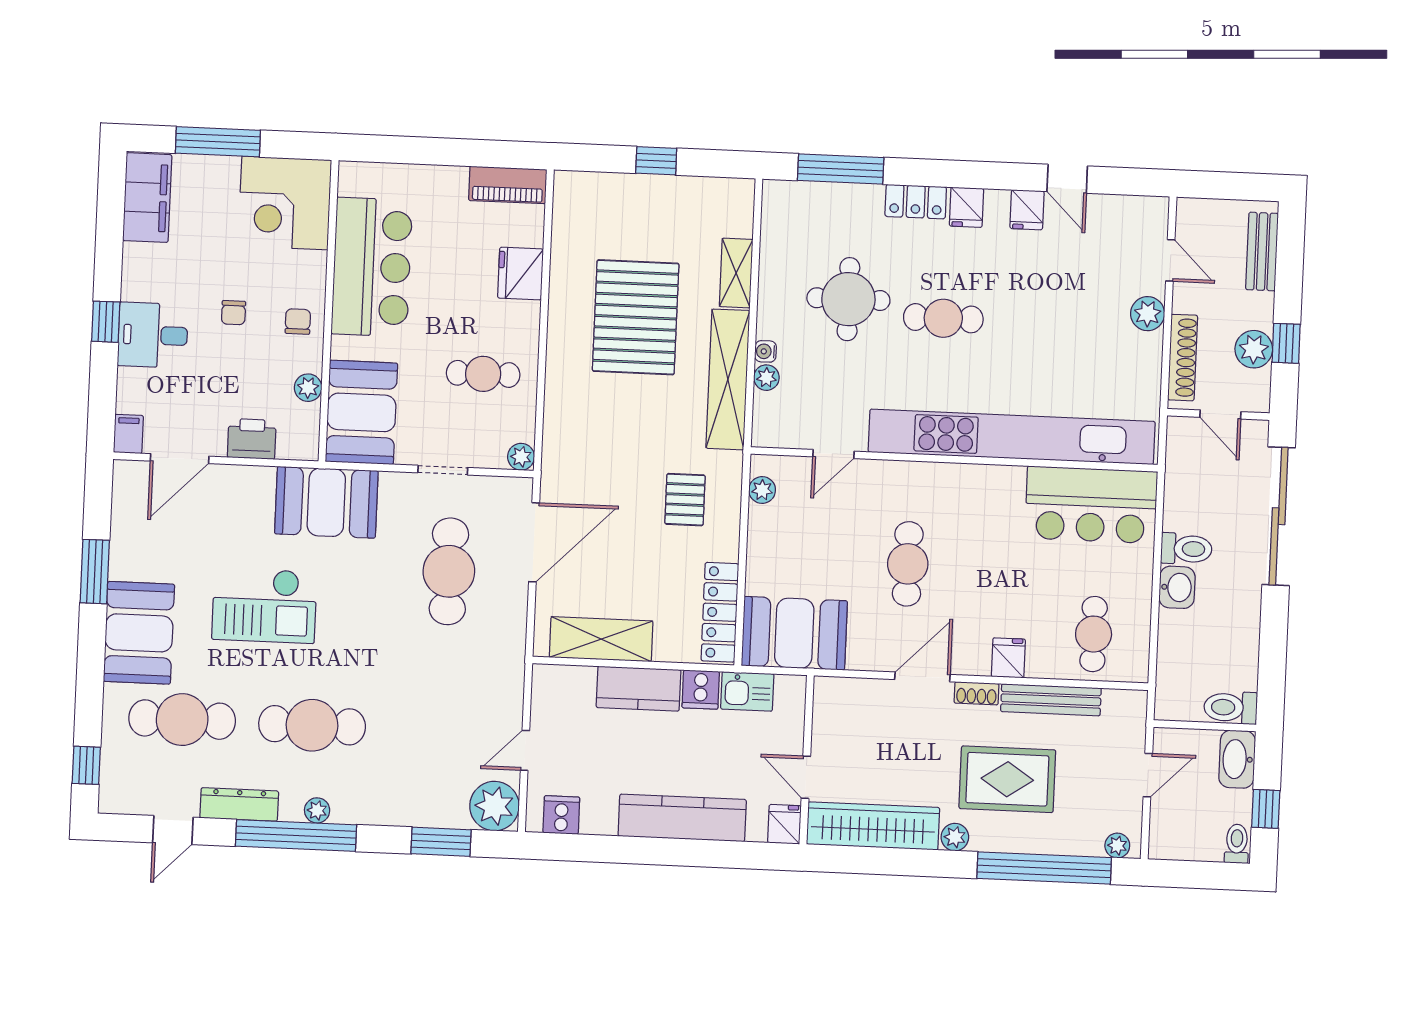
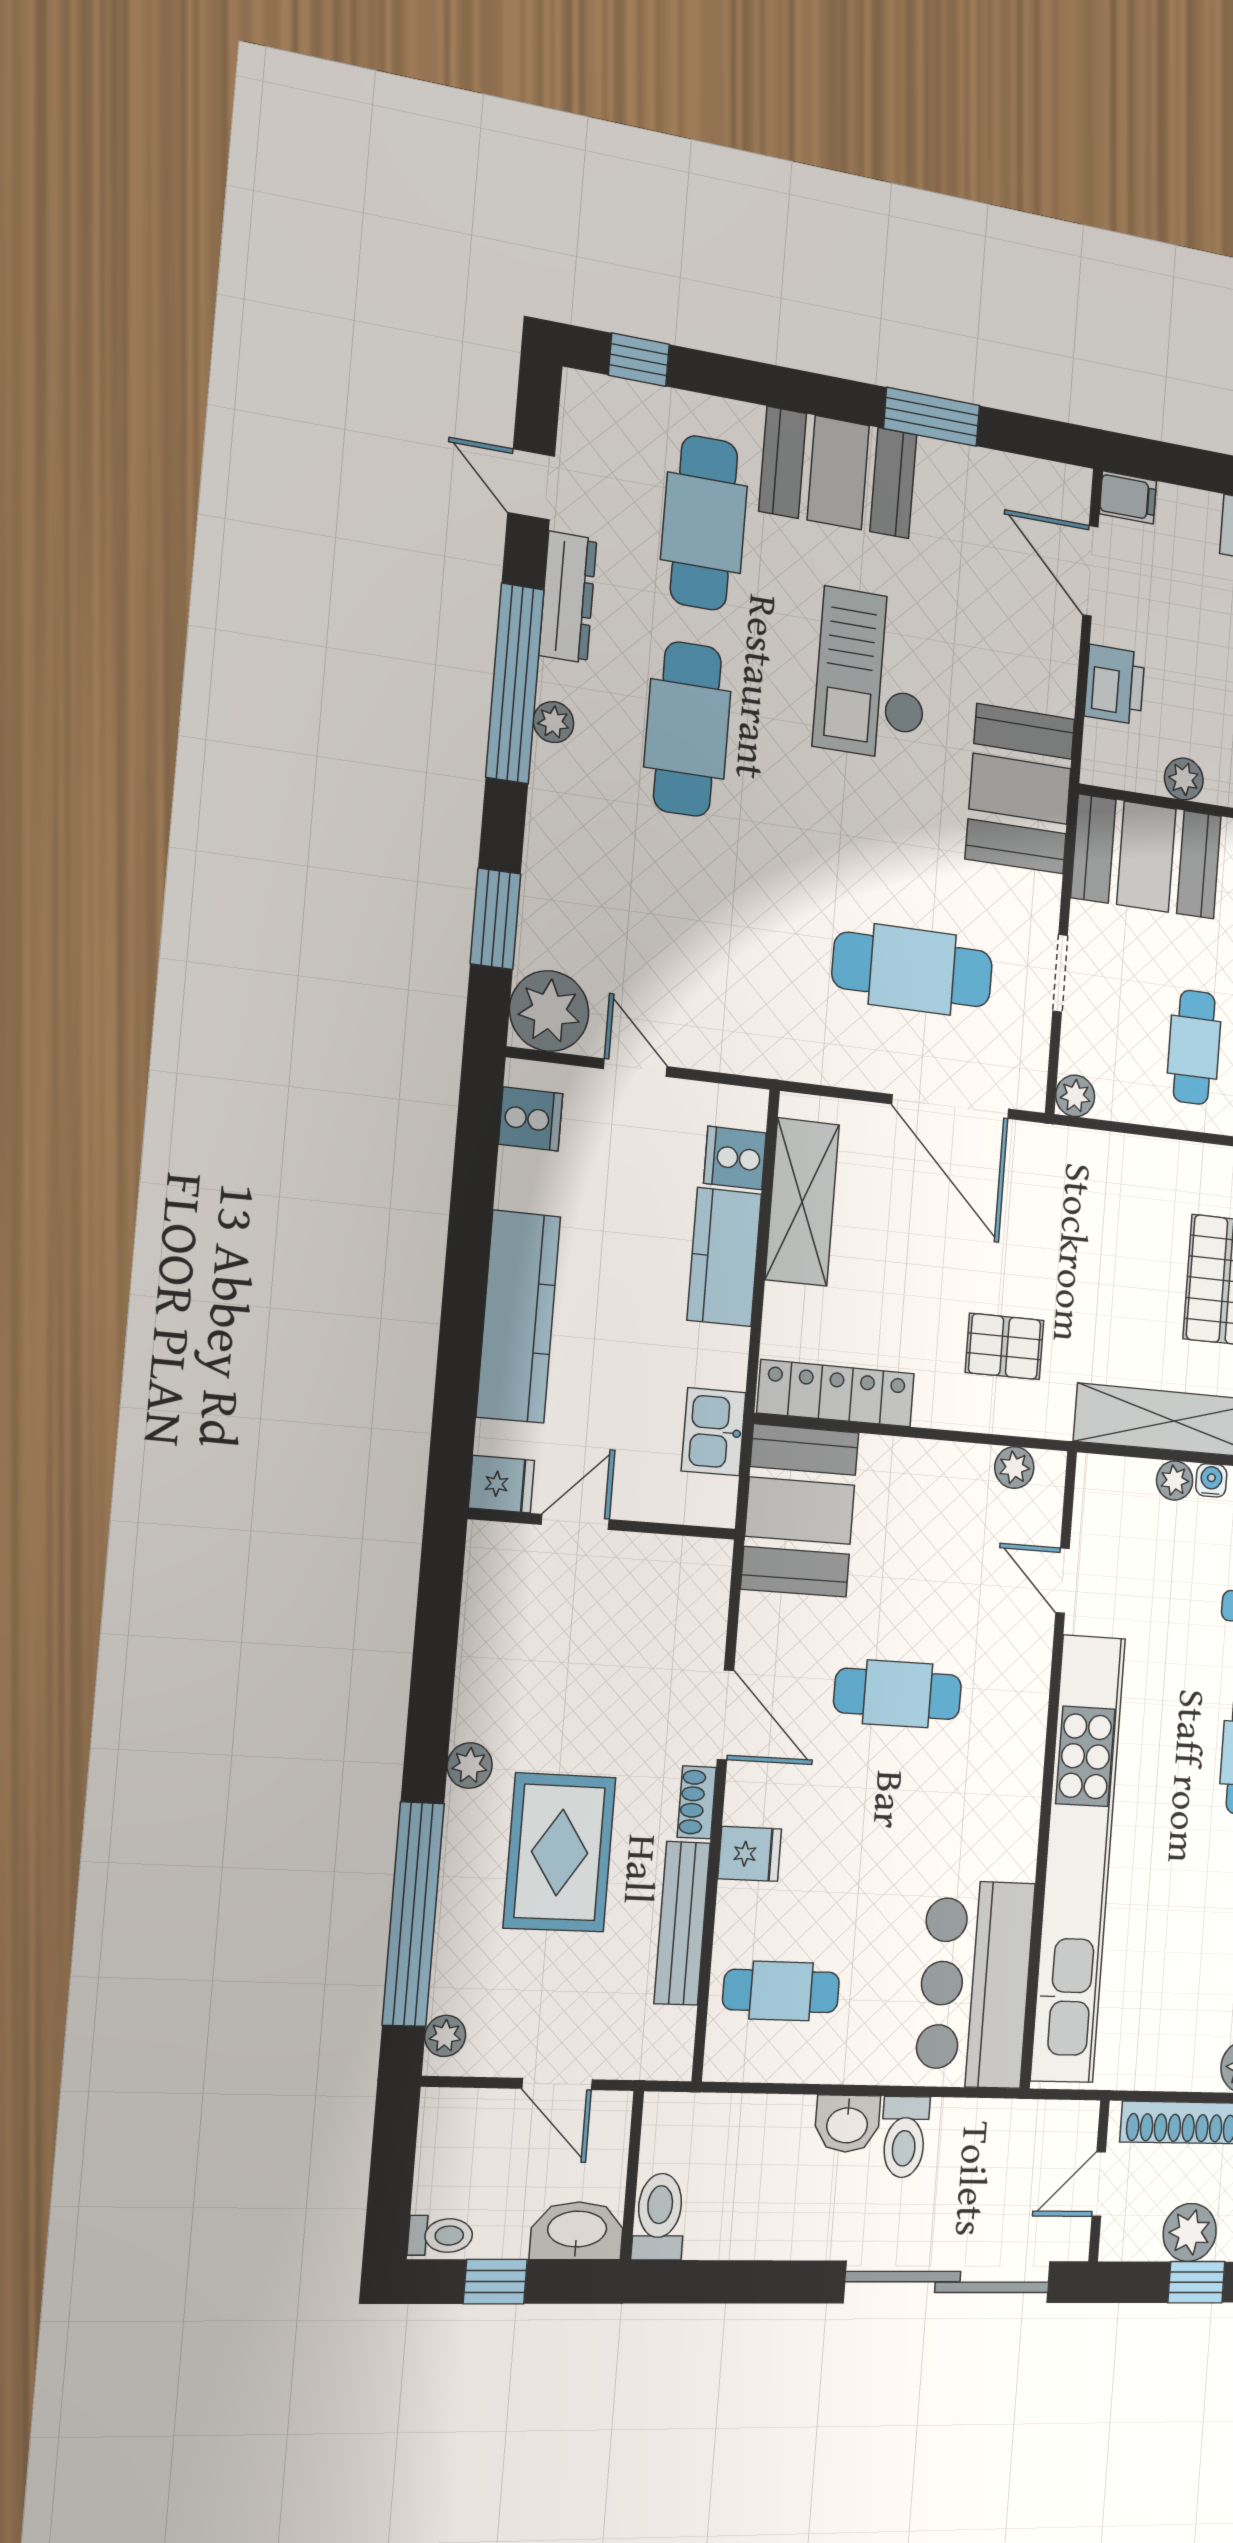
cooker: (701, 690) -> (735, 1158), moved
wardrobe: (873, 826) -> (493, 1630), removed

